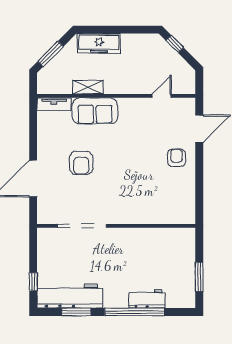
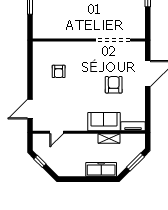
window: (175, 44) -> (40, 161), moved
armchair: (177, 158) -> (59, 71), moved

